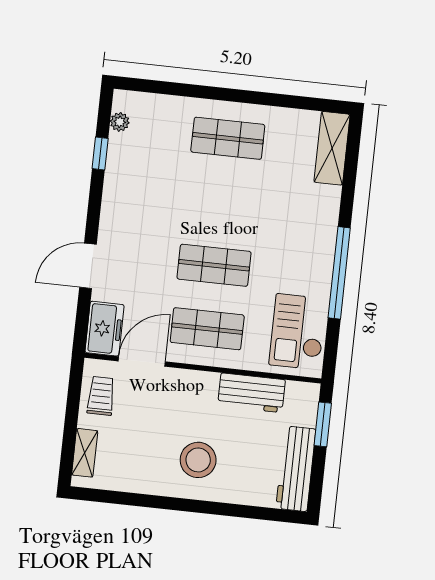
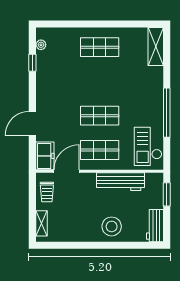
workbench: (251, 393) -> (120, 182), width x1.38
trolley: (101, 396) -> (47, 192), turned 180
stool: (198, 460) -> (112, 226), moved
workbench: (296, 469) -> (155, 226), width x0.73

